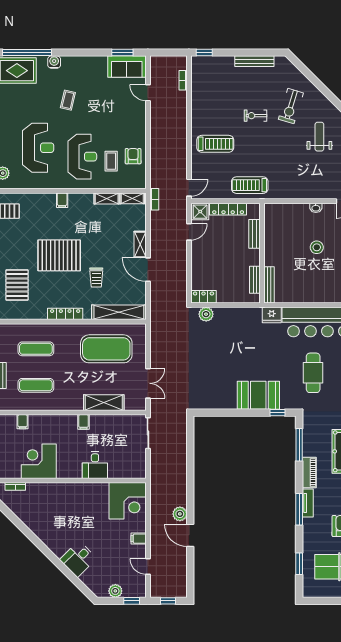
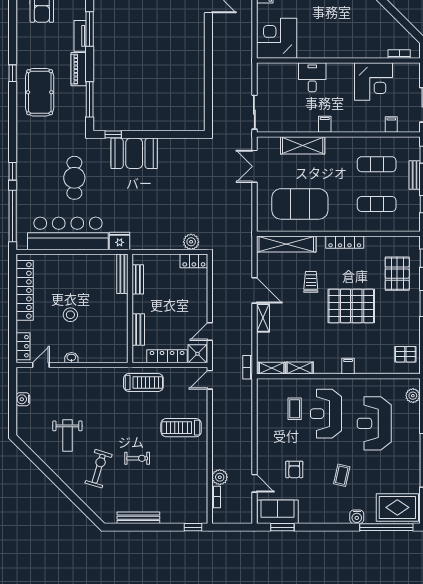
armchair: (133, 156) -> (294, 469), moved
plant: (180, 514) -> (220, 477), moved

